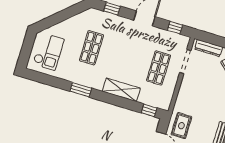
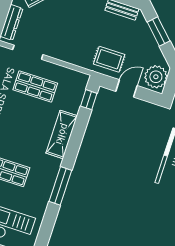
window: (81, 90) -> (60, 186), width x1.44

